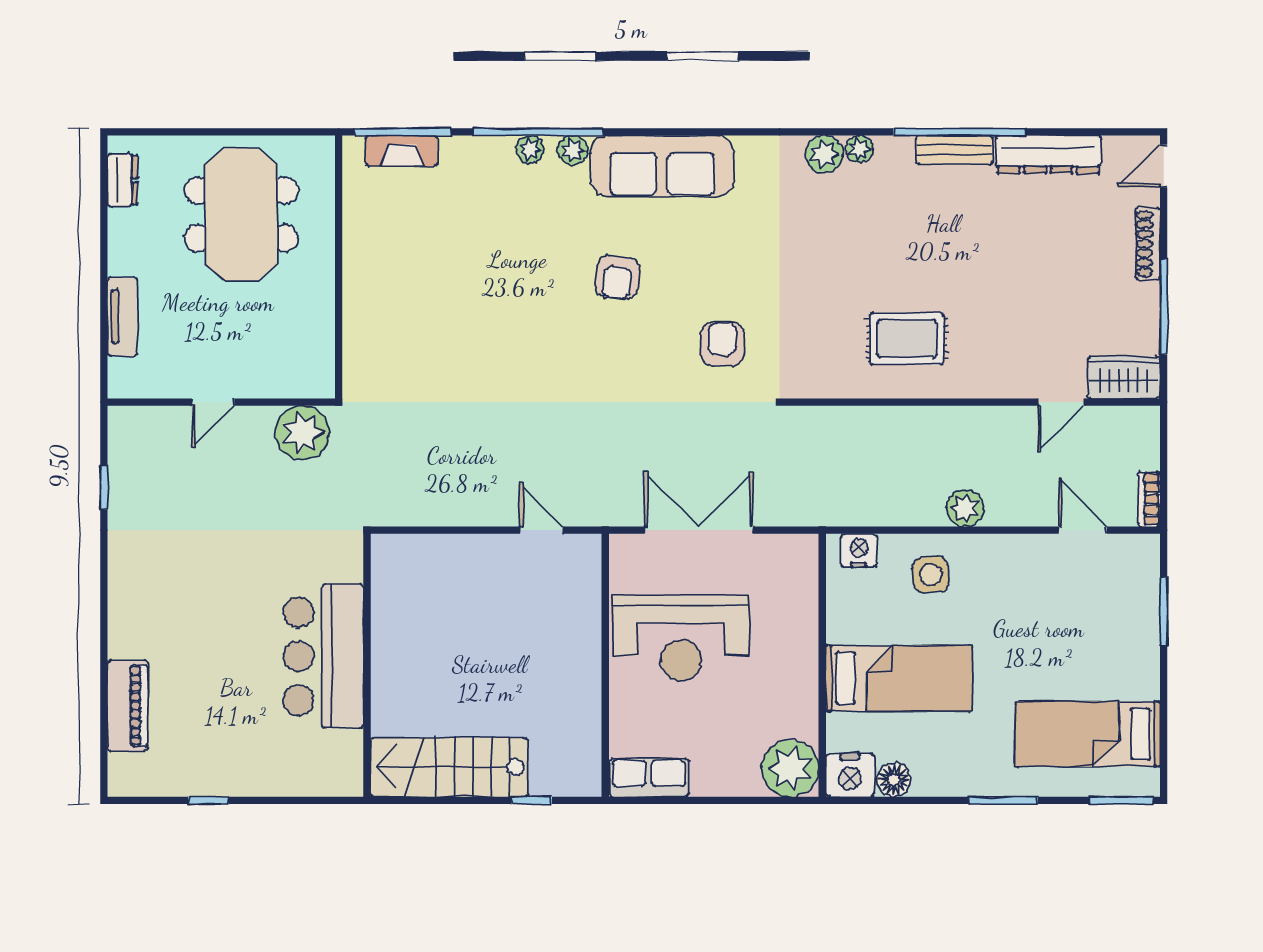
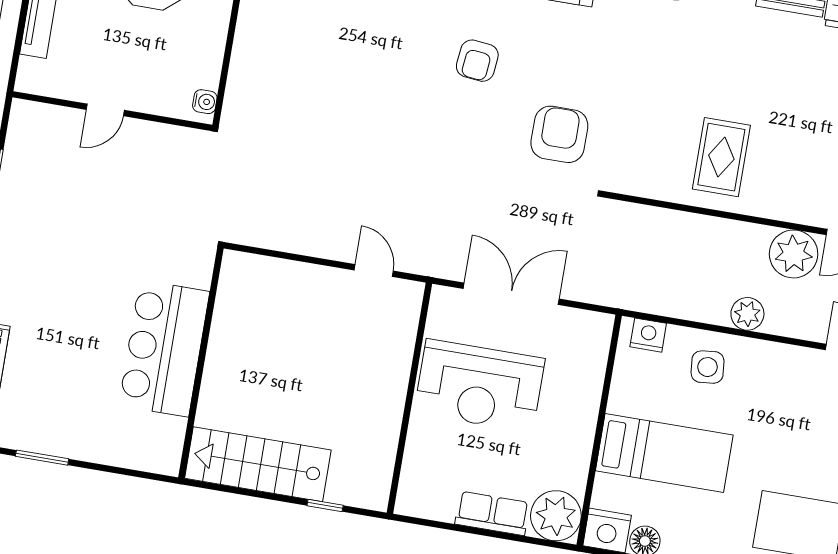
rug: (907, 339) -> (721, 157), turned 90
armchair: (722, 344) -> (559, 134), width x1.38, depth x1.38
water cooler: (322, 374) -> (205, 102), added
plant: (302, 433) -> (794, 254), moved
row of seats: (649, 778) -> (492, 513), moved
window: (208, 800) -> (42, 458), width x1.50

